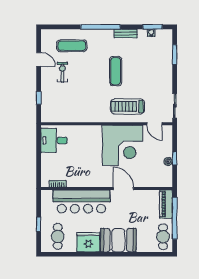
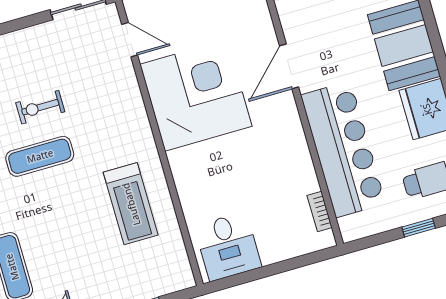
exercise bike: (62, 72) -> (40, 107), moved
treadmill: (128, 106) -> (131, 204), moved
door: (154, 124) -> (130, 40), hinge flipped

